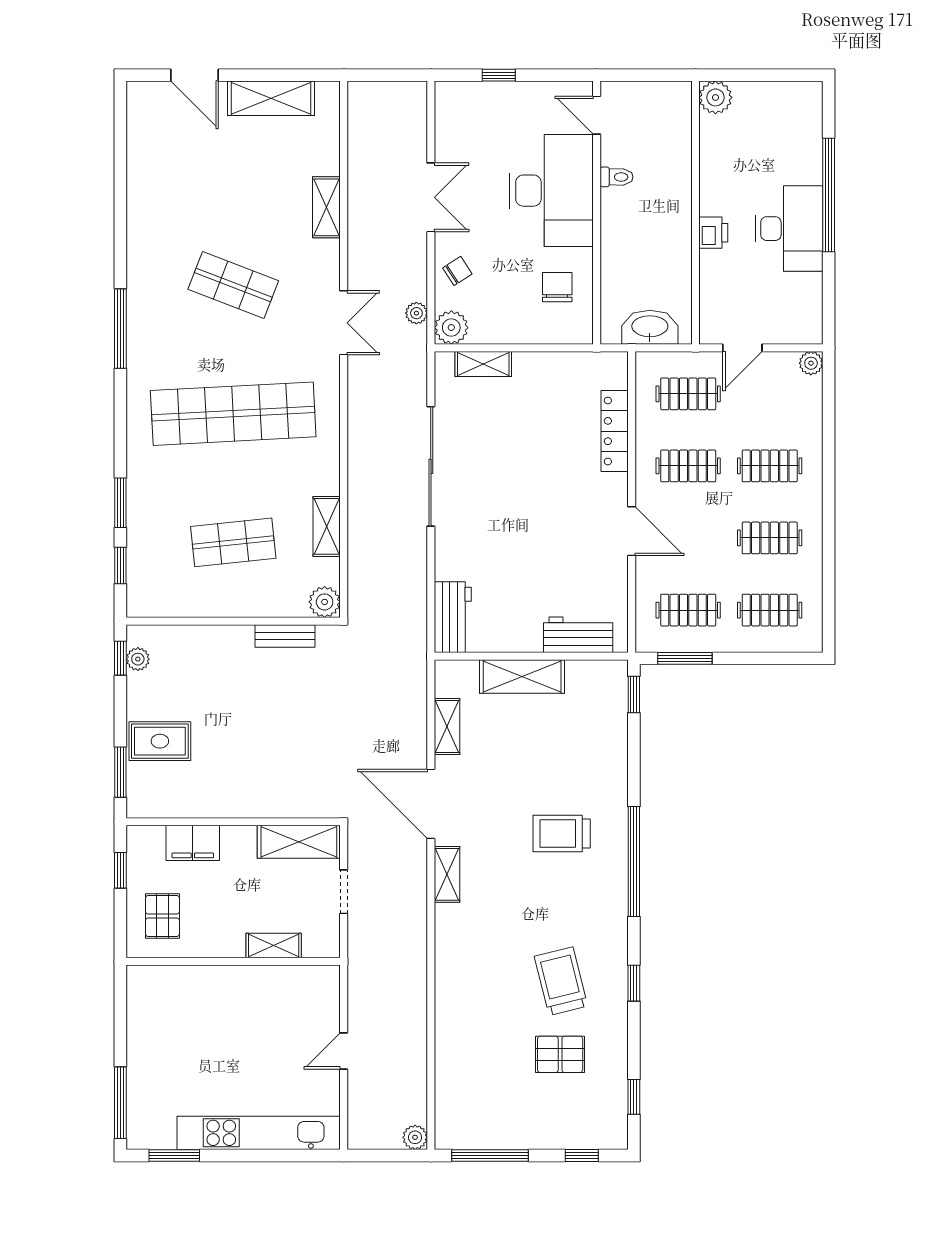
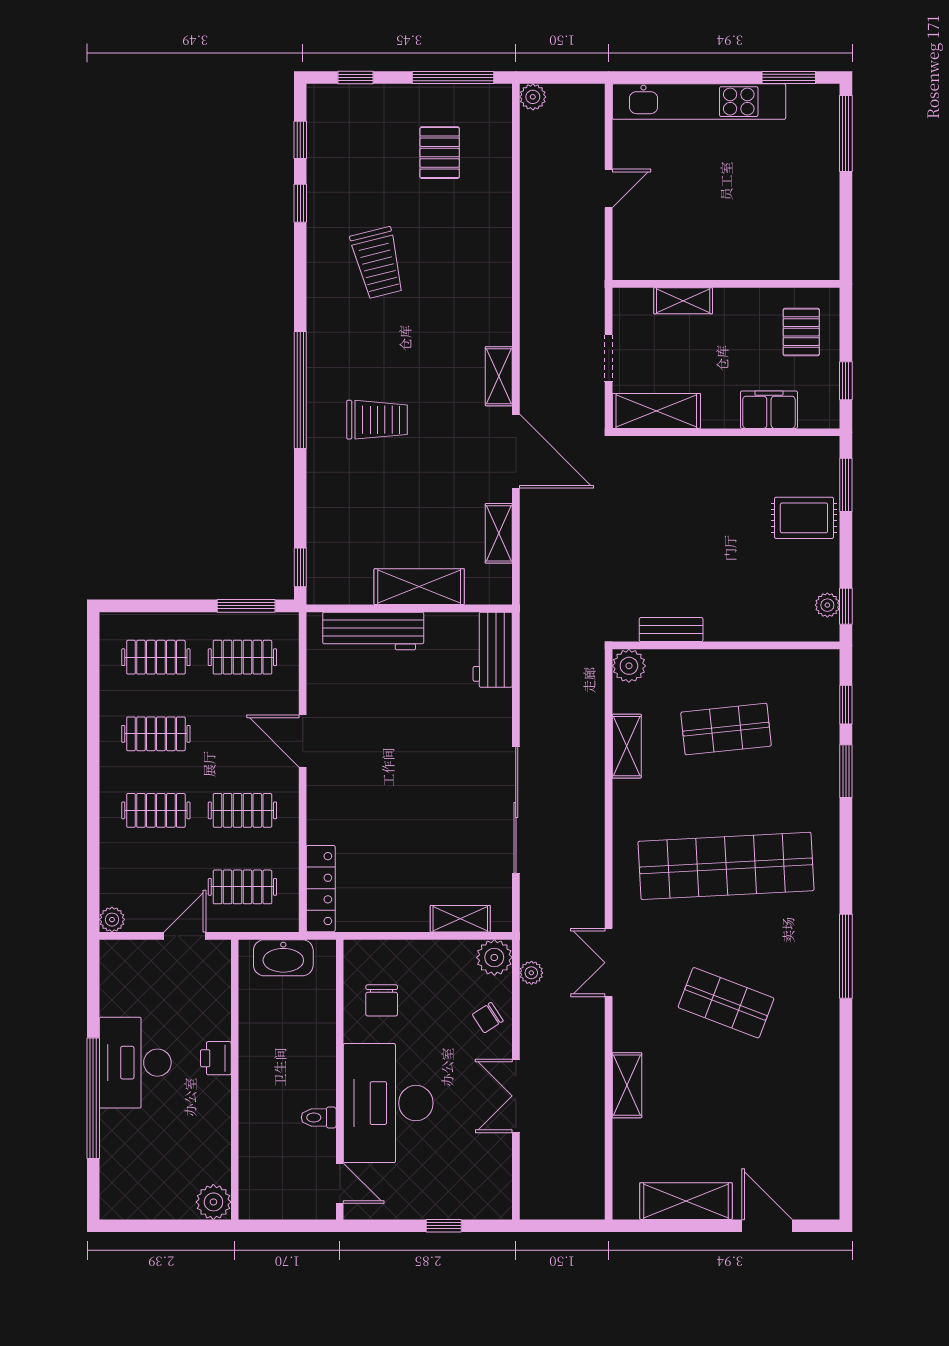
locker: (615, 431) -> (321, 889), moved
workbench: (578, 635) -> (373, 631), width x1.38
window: (634, 983) -> (300, 203), moved
pallet: (560, 1054) -> (440, 153), moved, turned 90

